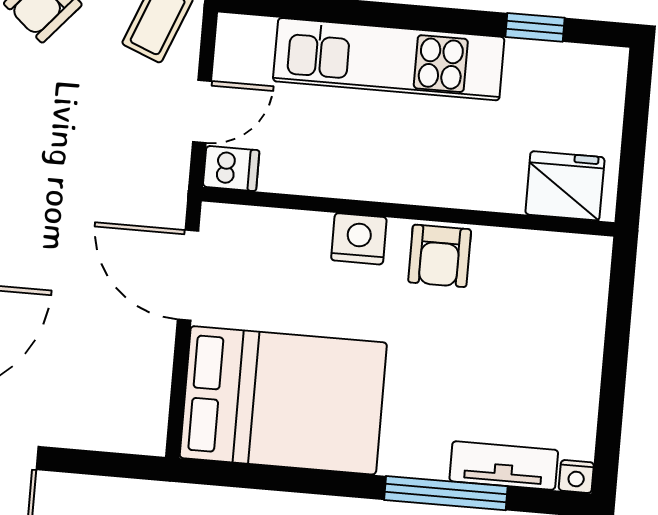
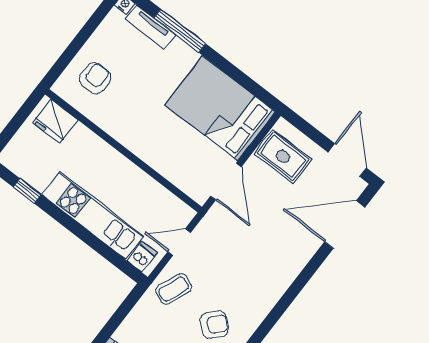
dishwasher: (231, 169) -> (142, 257), moved, turned 90
nightstand: (359, 239) -> (150, 153), removed
armchair: (440, 256) -> (95, 78), moved
rug: (115, 387) -> (283, 156), added

